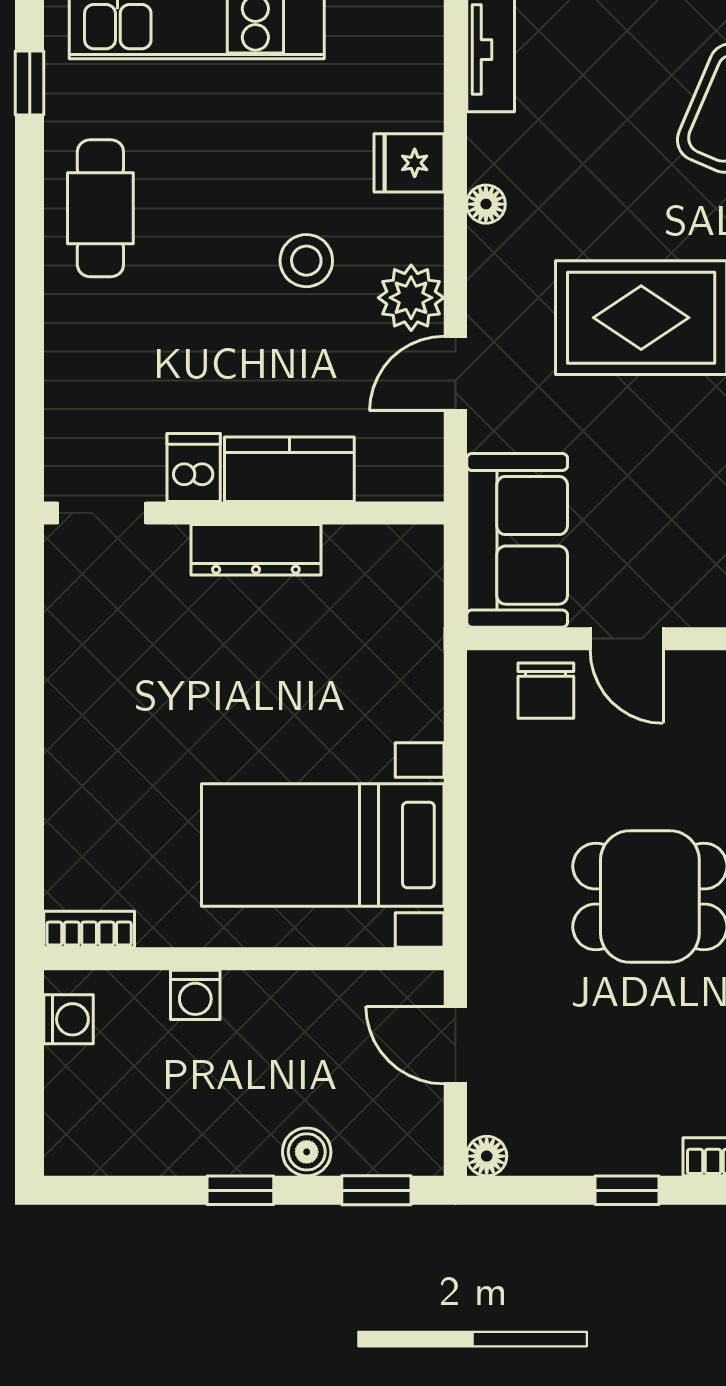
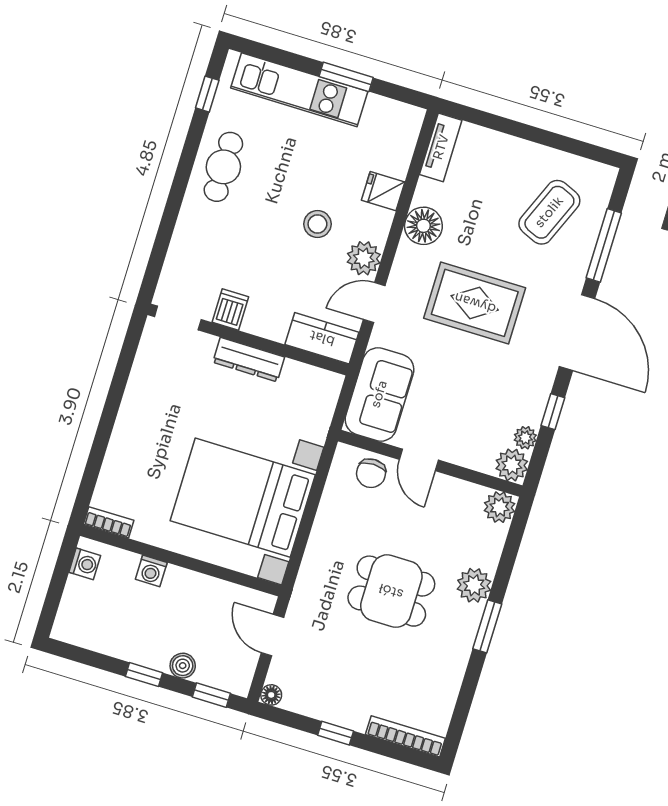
floor lamp: (486, 204) -> (423, 226), width x1.89, depth x1.89
kitchen counter: (289, 469) -> (322, 338), moved
bed with nightstands: (323, 845) -> (243, 498), width x1.36

